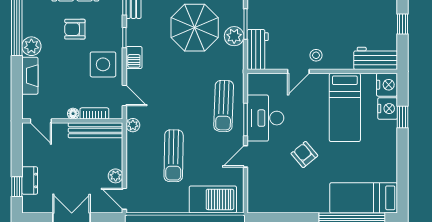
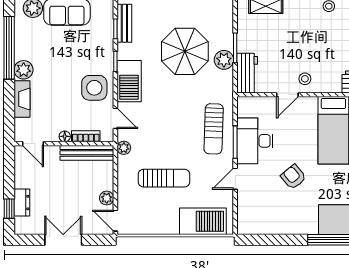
armchair: (75, 29) -> (66, 53), removed
barbecue: (134, 58) -> (129, 81), width x1.88, depth x1.53
sun lounger: (174, 156) -> (164, 178), turned -91

